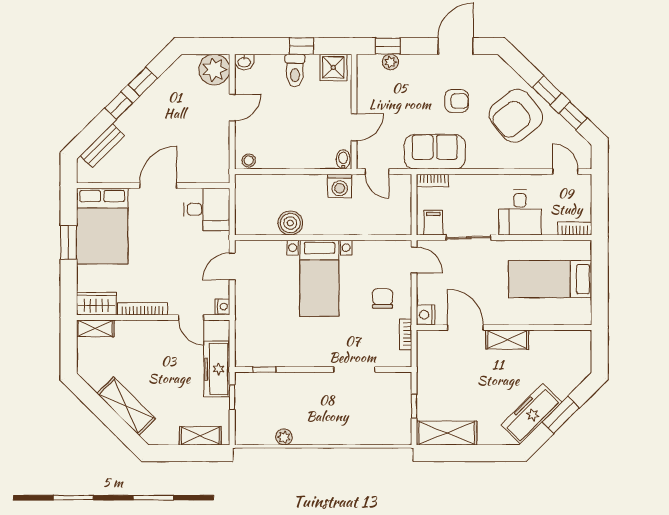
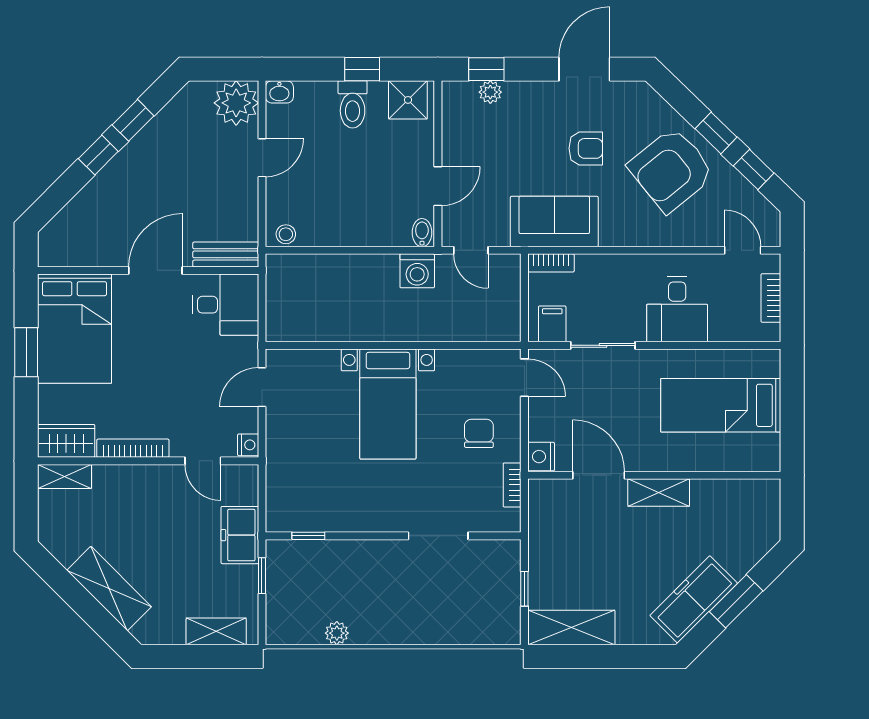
bench: (102, 146) -> (226, 254), moved, turned 45
boiler: (290, 223) -> (346, 324), removed
bookcase: (575, 228) -> (771, 298), moved, turned -90
freezer: (217, 369) -> (240, 535), width x0.71

